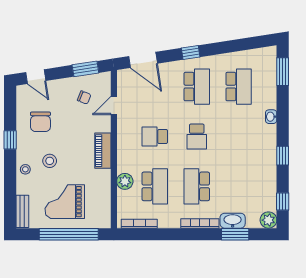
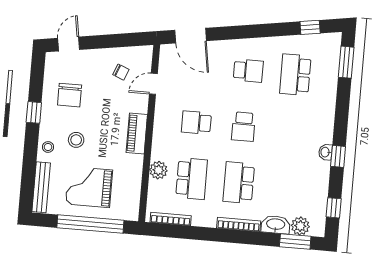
window: (191, 53) -> (310, 27), moved
window: (85, 69) -> (125, 40), removed
door: (36, 77) -> (69, 44), swing flipped
school desk: (197, 87) -> (248, 71), width x0.54
school desk: (239, 87) -> (295, 75), turned 180
washbasin: (271, 117) -> (325, 152), moved
bench: (22, 211) -> (41, 187), width x1.36
plant: (268, 220) -> (300, 226), moved
window: (235, 234) -> (295, 242), moved

